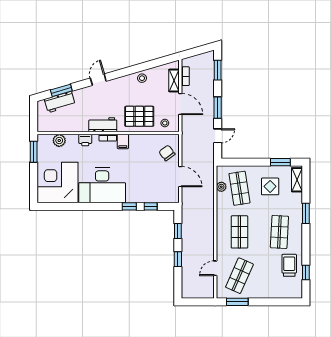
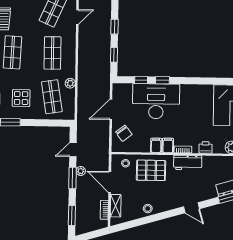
door: (98, 80) -> (192, 208), hinge flipped
plant: (209, 115) -> (81, 171), added
filing cabinet: (135, 141) -> (156, 145), added
door: (180, 177) -> (111, 109), hinge flipped
desk: (102, 185) -> (156, 101), moved
plant: (221, 187) -> (70, 83), moved

